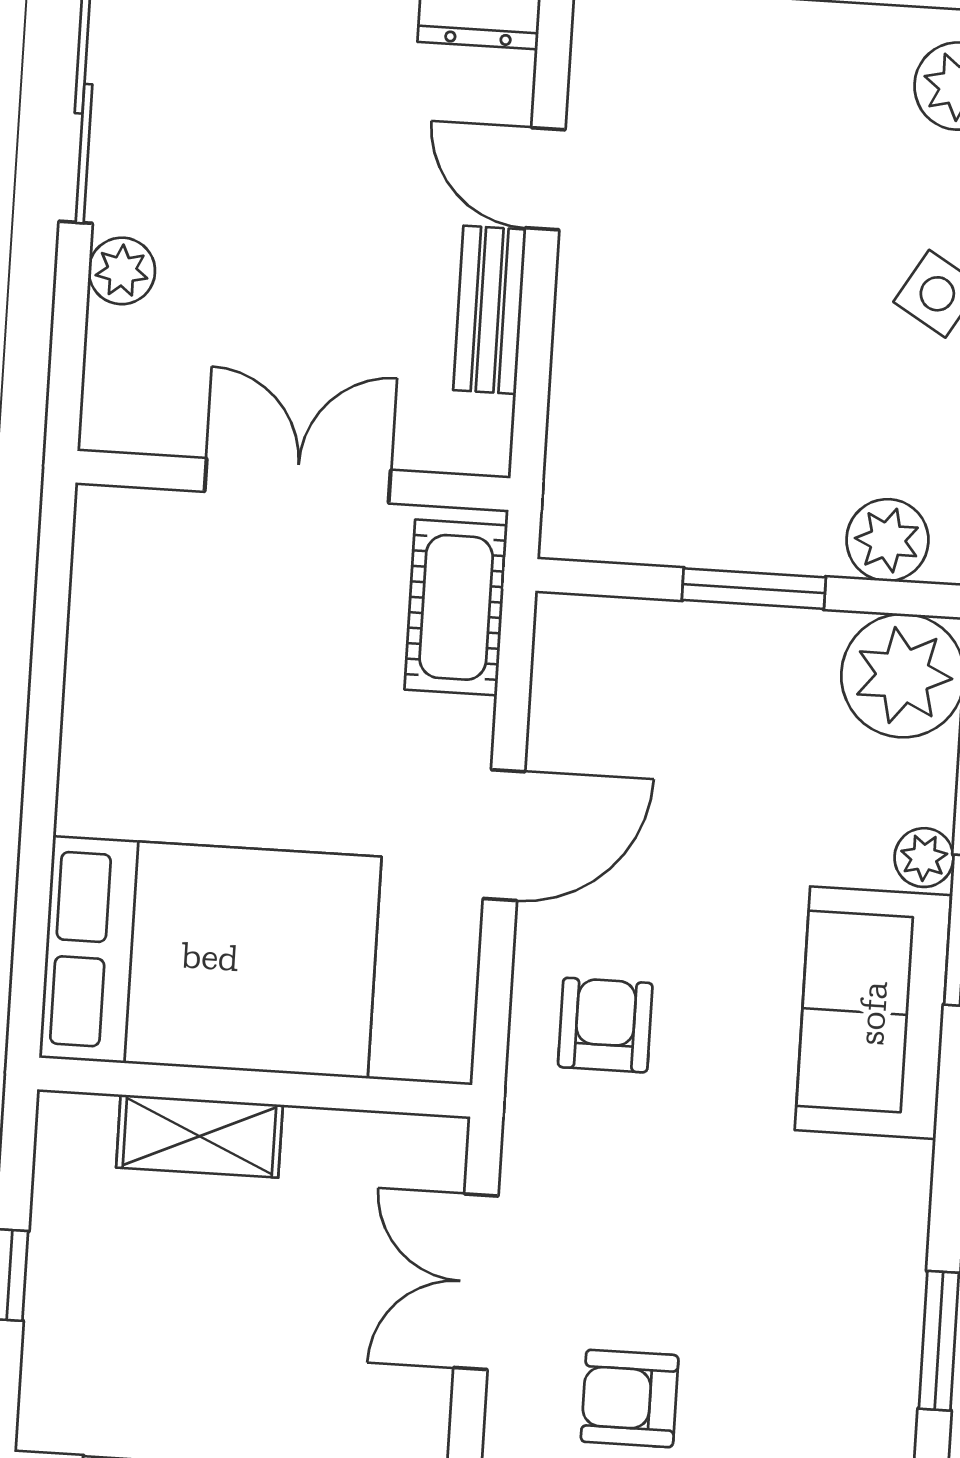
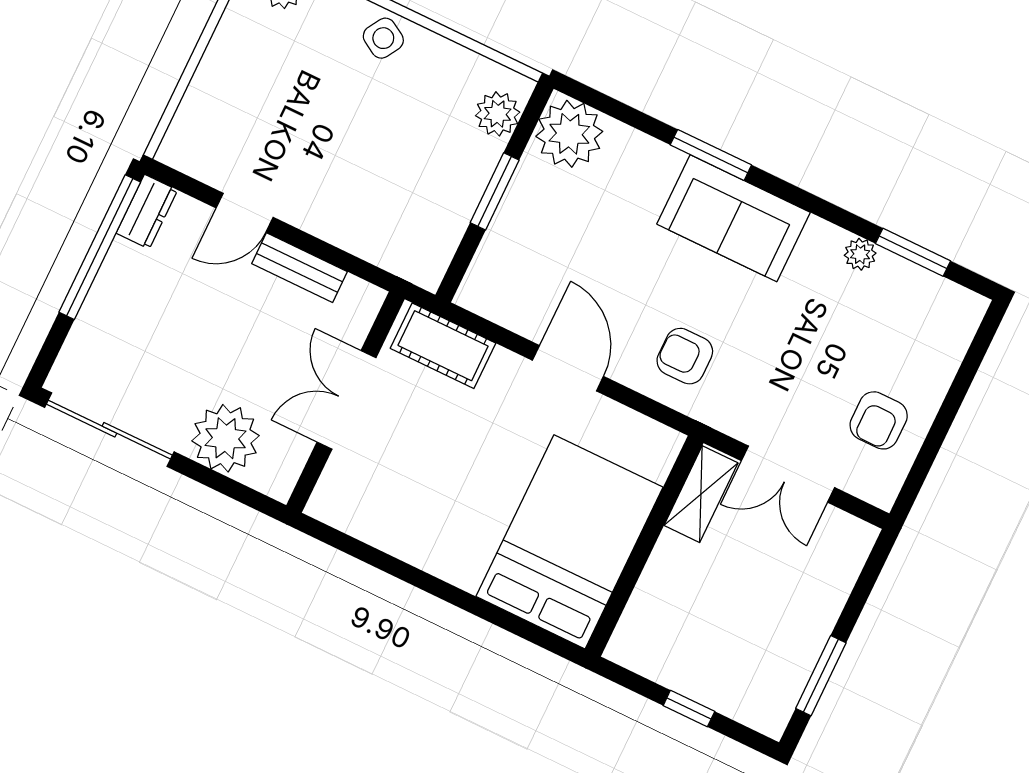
plant: (122, 271) -> (226, 438), width x1.88, depth x1.88
plant: (924, 858) -> (860, 254), moved
shelving: (199, 1136) -> (701, 494), moved

